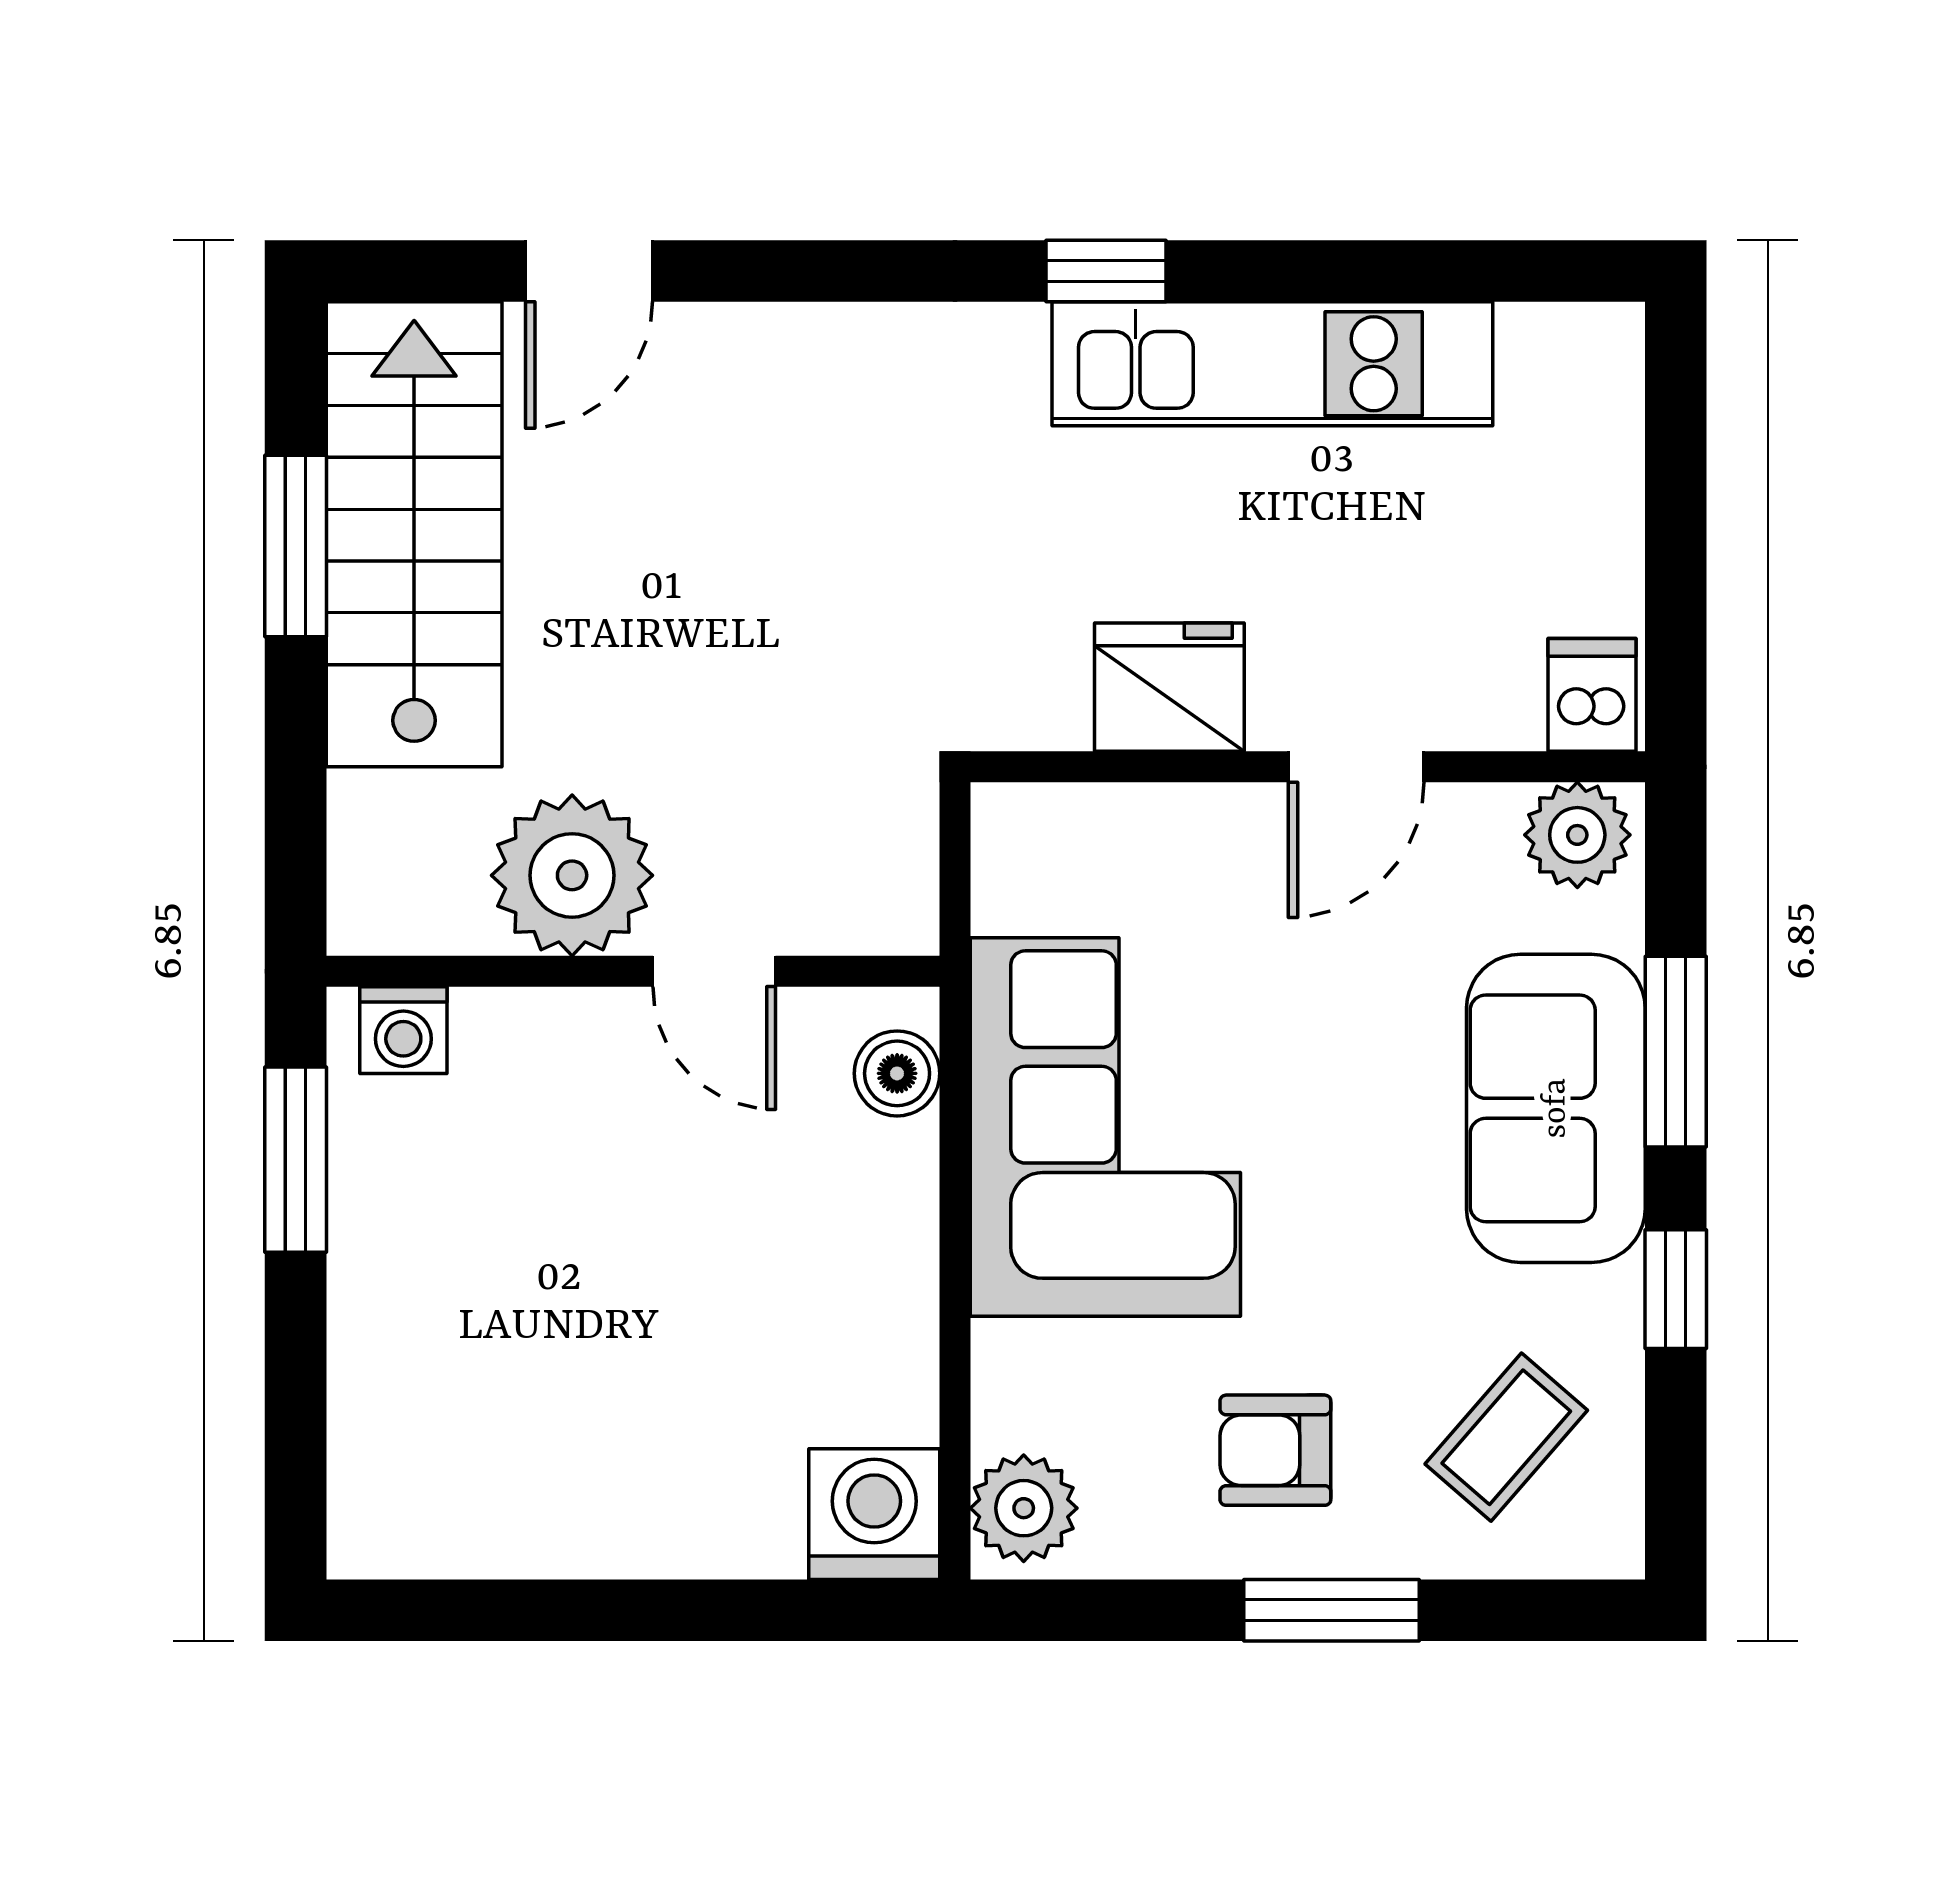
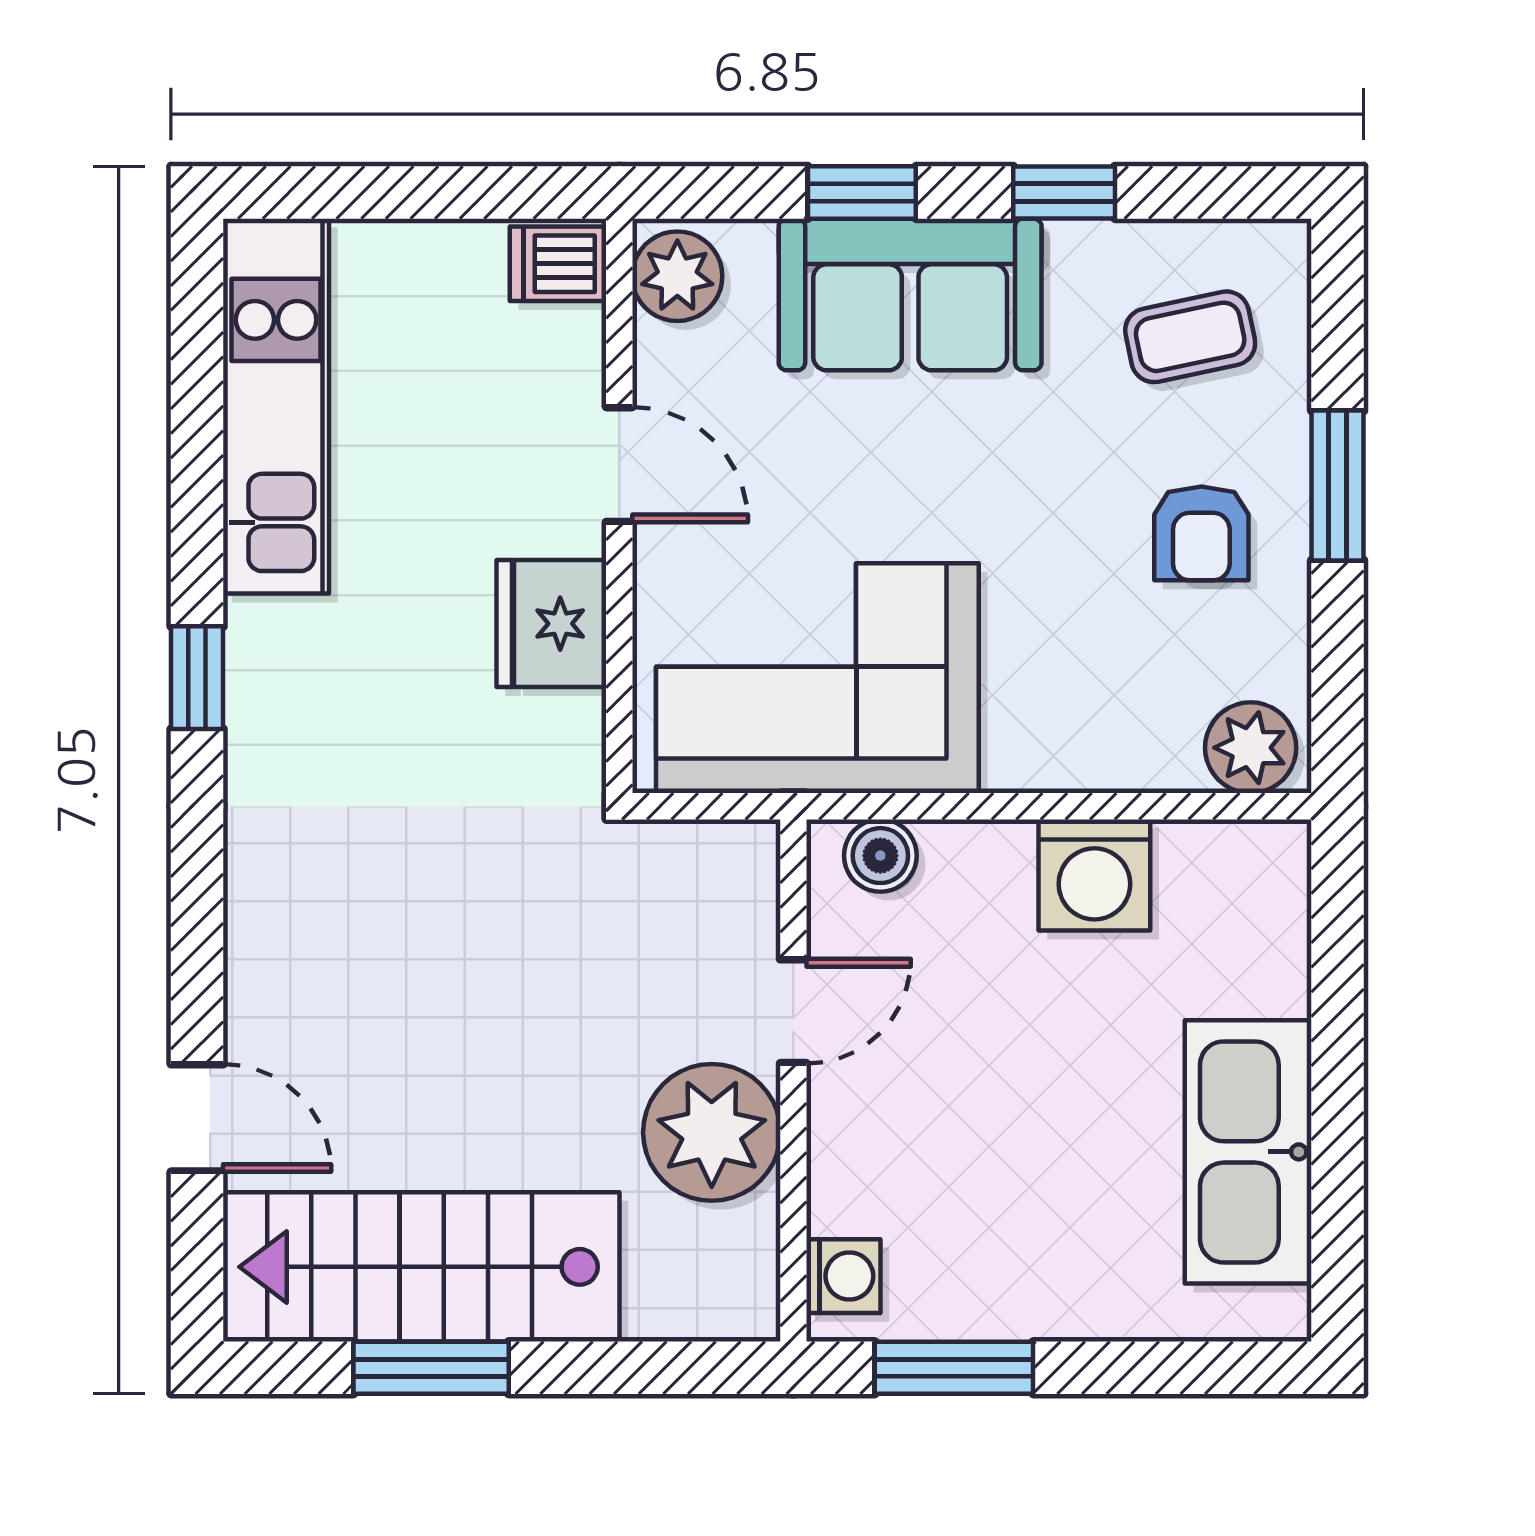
kitchen unit: (1272, 364) -> (276, 406), moved
window: (1676, 1052) -> (862, 192), width x0.67
corner sofa: (1105, 1127) -> (817, 678), moved
coffee table: (1506, 1437) -> (1190, 337), turned -53
kitchen sink: (549, 1505) -> (1248, 1152), added
washing machine: (874, 1514) -> (1094, 875), moved, turned -90

